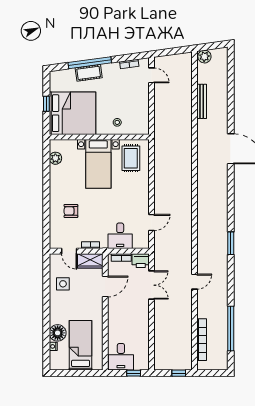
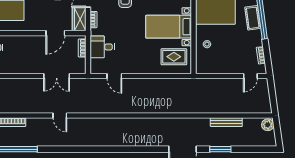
window: (231, 243) -> (220, 149), moved
printer: (141, 261) -> (79, 66), removed
door: (105, 286) -> (55, 33), hinge flipped

